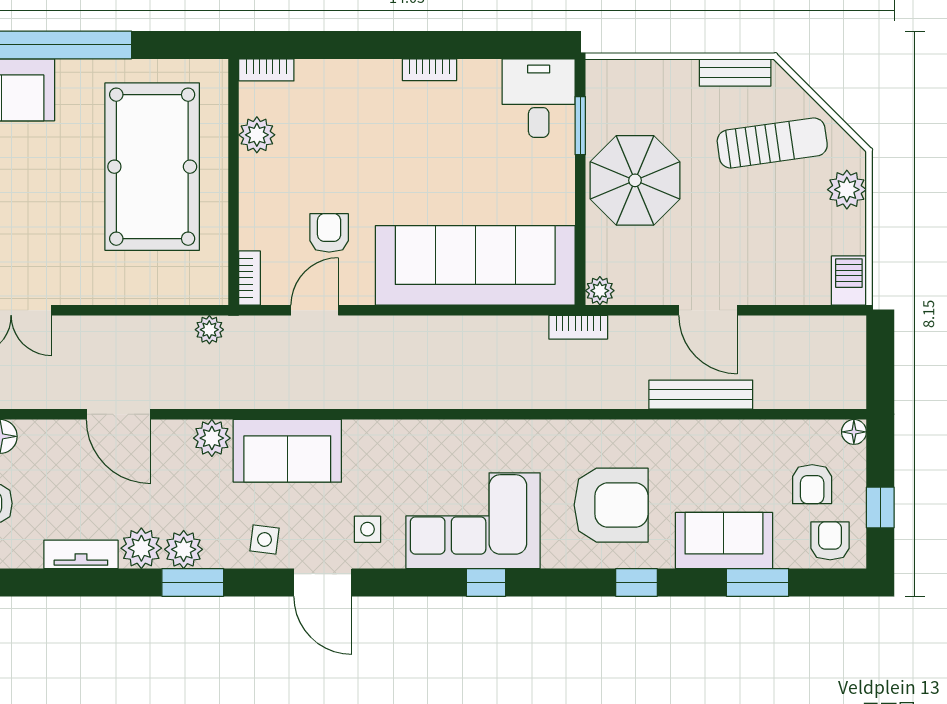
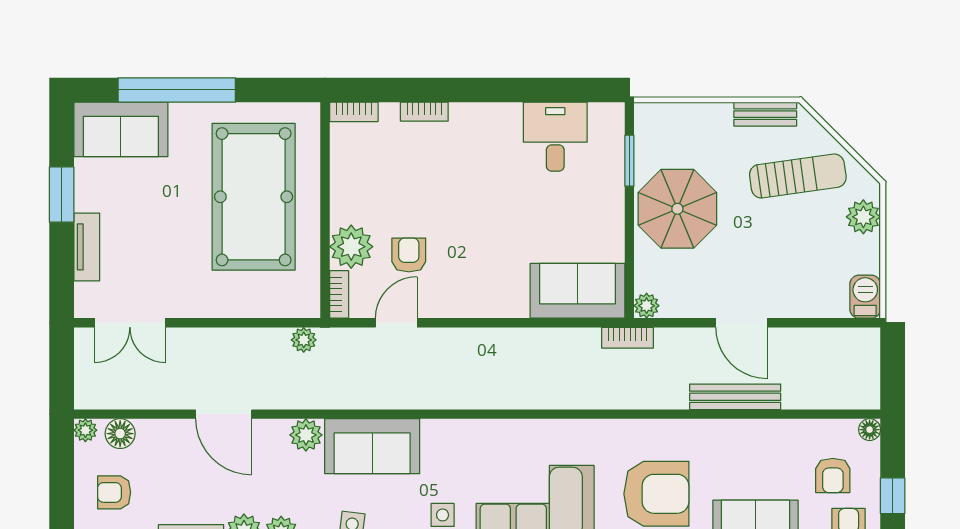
bookcase: (429, 70) -> (424, 112), moved
desk: (539, 98) -> (555, 137), moved
plant: (257, 135) -> (351, 247), moved, width x1.36, depth x1.36
sofa: (475, 265) -> (577, 291), width x0.54, depth x0.79

